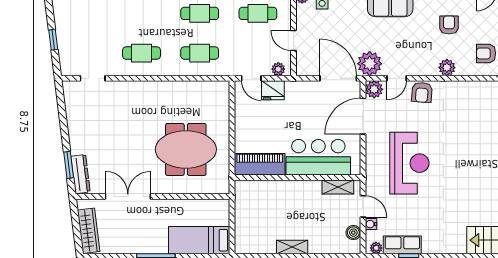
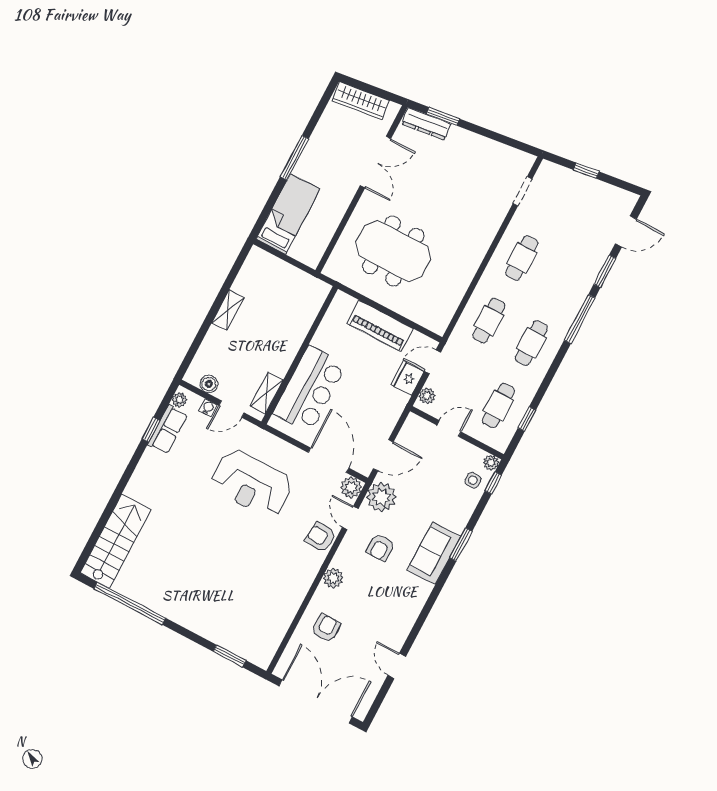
armchair: (449, 25) -> (380, 547), moved, turned 90
door: (338, 78) -> (383, 455), width x0.73
meeting table: (186, 149) -> (393, 251), turned 90
piano: (260, 164) -> (380, 326), moved, turned 90

